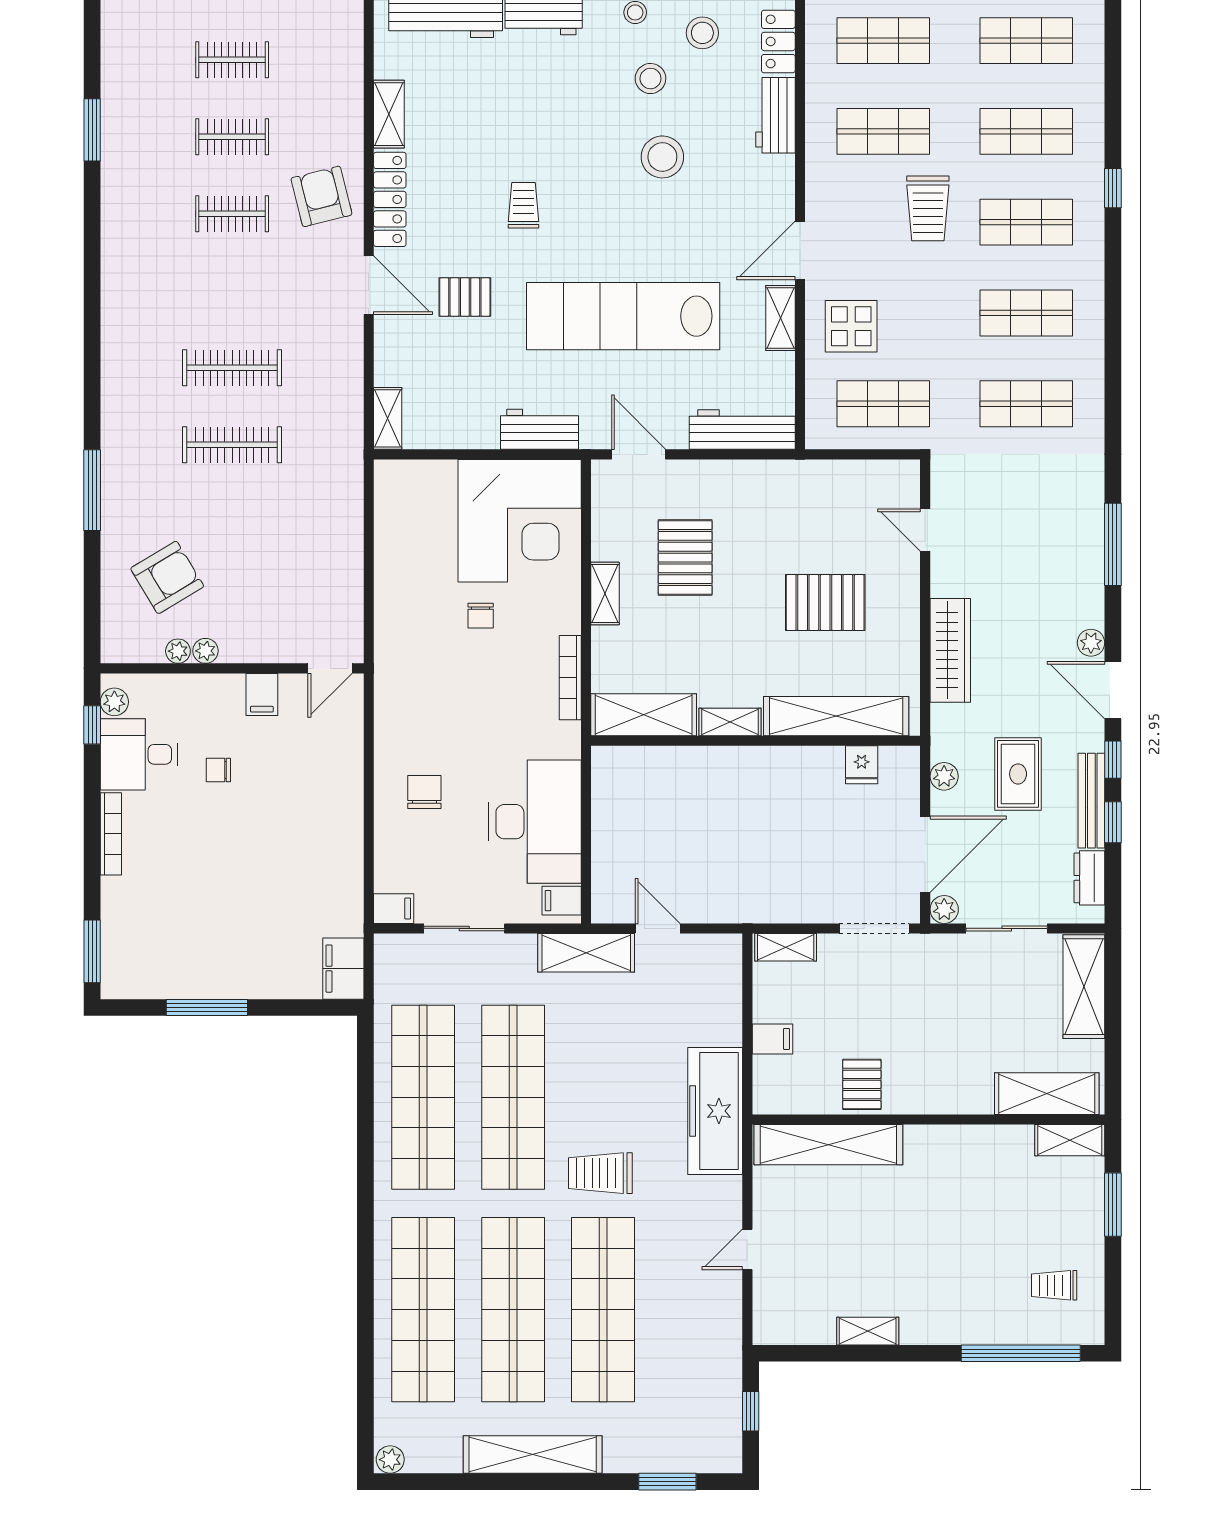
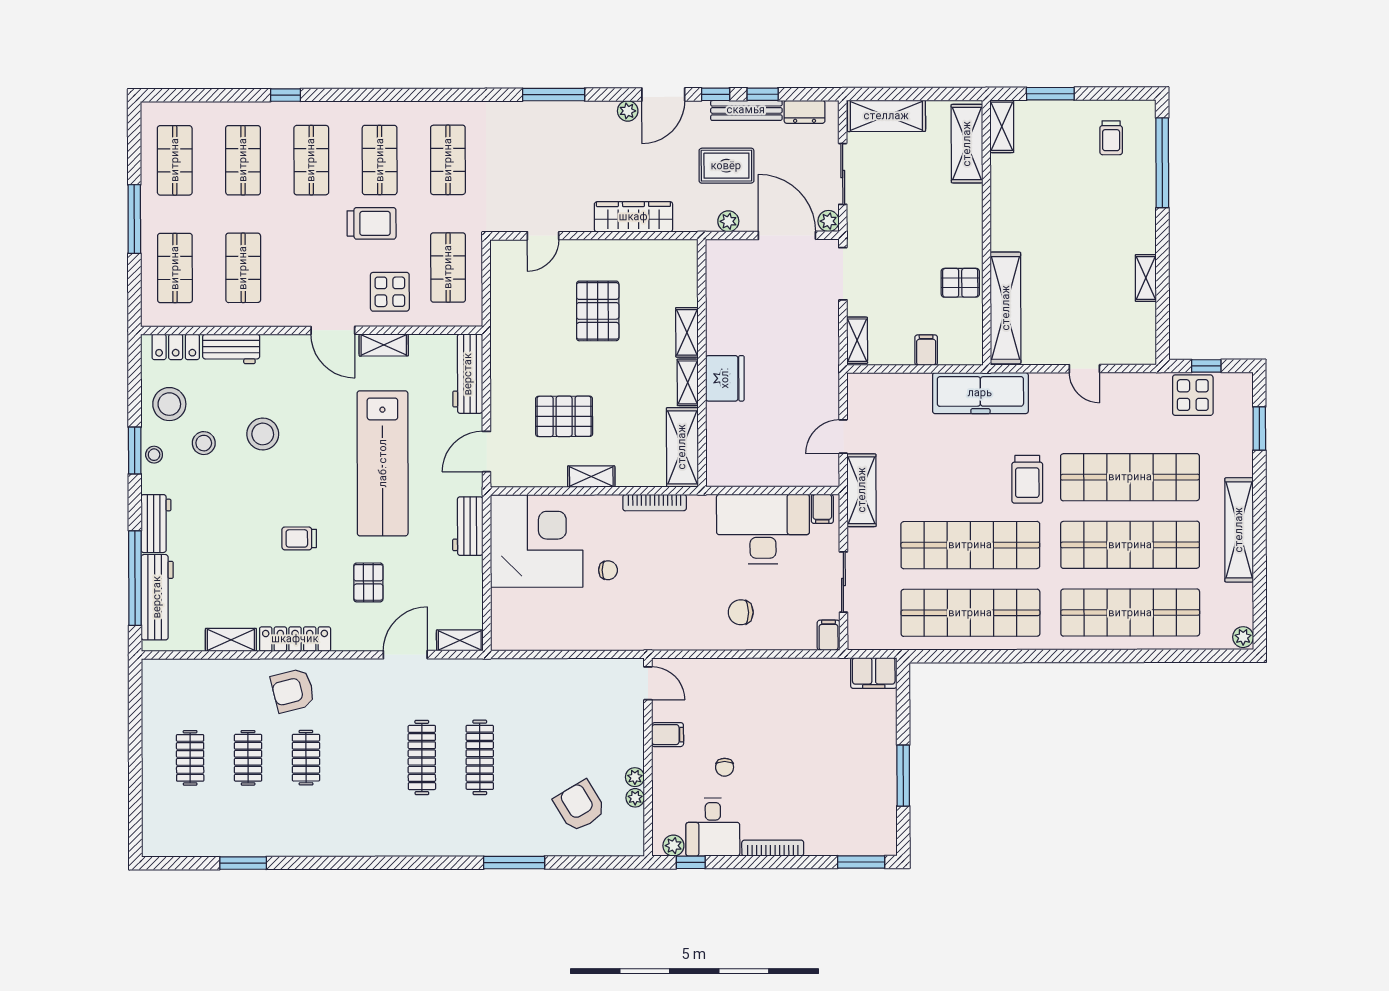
stool: (702, 33) -> (169, 404), width x1.38, depth x1.38
trolley: (928, 208) -> (372, 223), moved
door: (369, 285) -> (405, 655), moved
shelving: (836, 716) -> (687, 332), width x0.45, depth x0.75
fridge: (862, 765) -> (725, 378), moved, width x1.88, depth x1.34
display table: (712, 1393) -> (1193, 395), added

